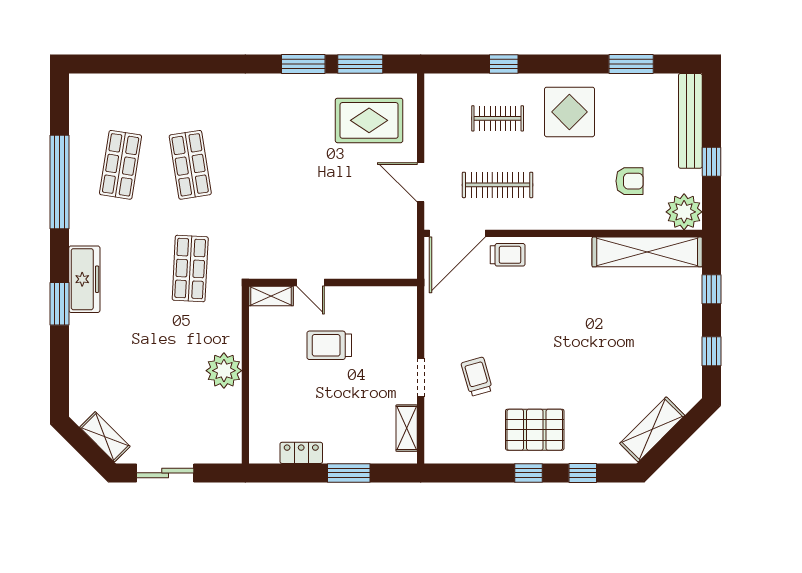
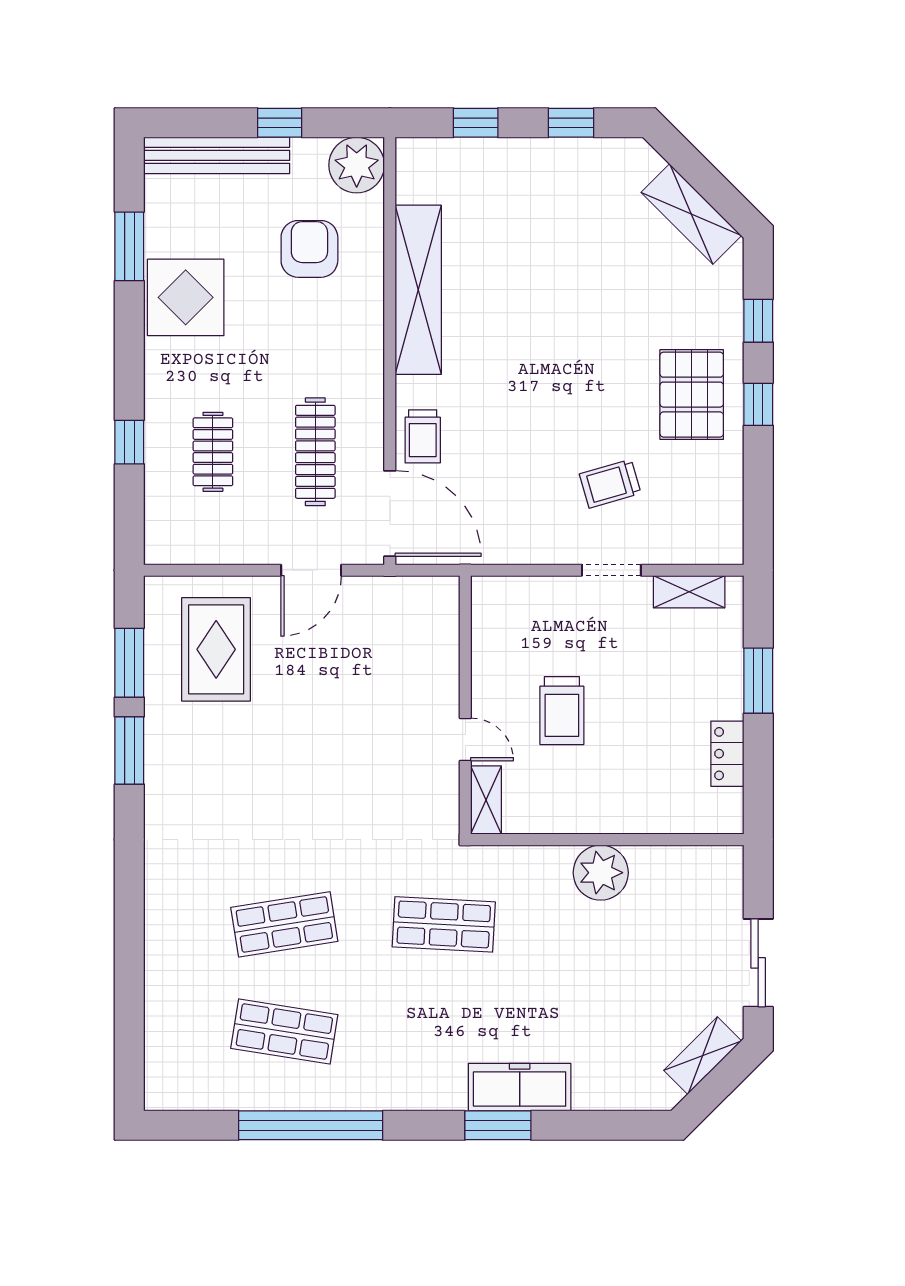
display table: (569, 112) -> (186, 297), moved
armchair: (629, 181) -> (309, 249), width x1.38, depth x1.38
shelving: (647, 252) -> (418, 290), moved
trolley: (508, 255) -> (423, 436), turned 180
freezer: (84, 279) -> (520, 1087), moved
door: (310, 282) -> (465, 739), hinge flipped

